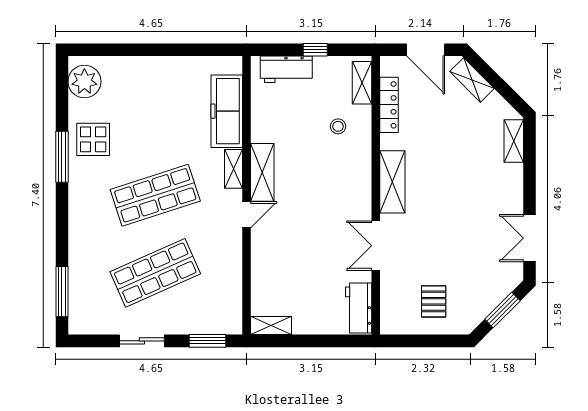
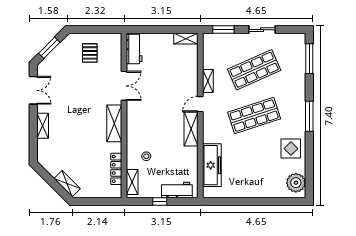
door: (426, 50) -> (95, 201), removed
shelving: (514, 141) -> (43, 126), moved
window: (62, 157) -> (309, 116), moved
shelving: (234, 169) -> (208, 81), moved

